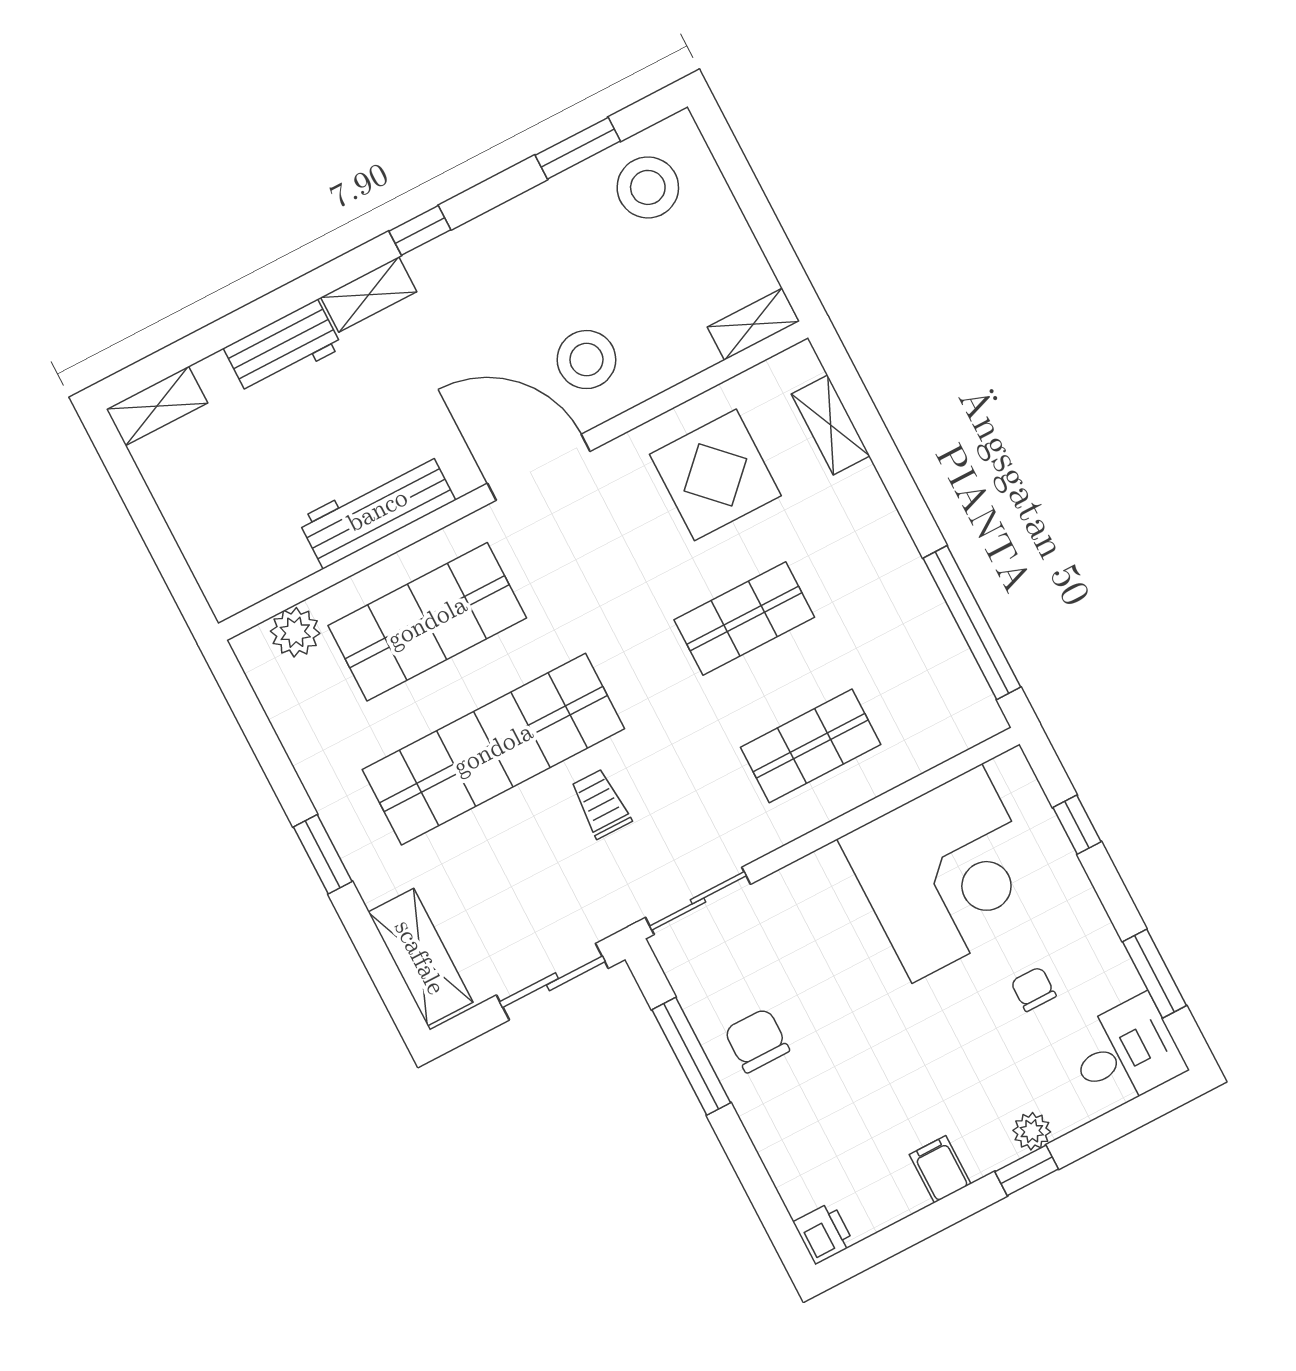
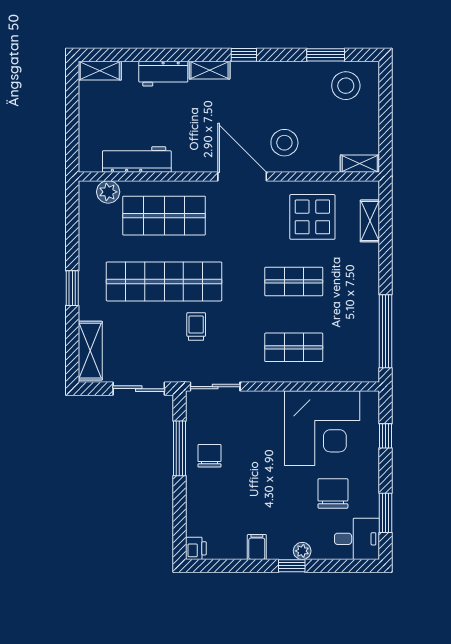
workbench: (377, 510) -> (137, 159), moved
chair: (1033, 989) -> (333, 493), width x1.87, depth x1.87

